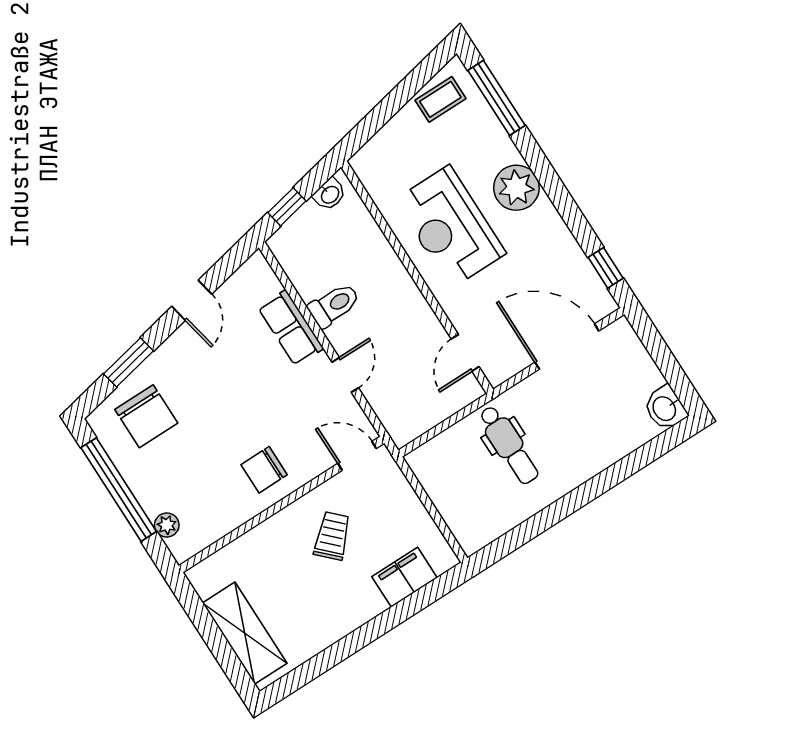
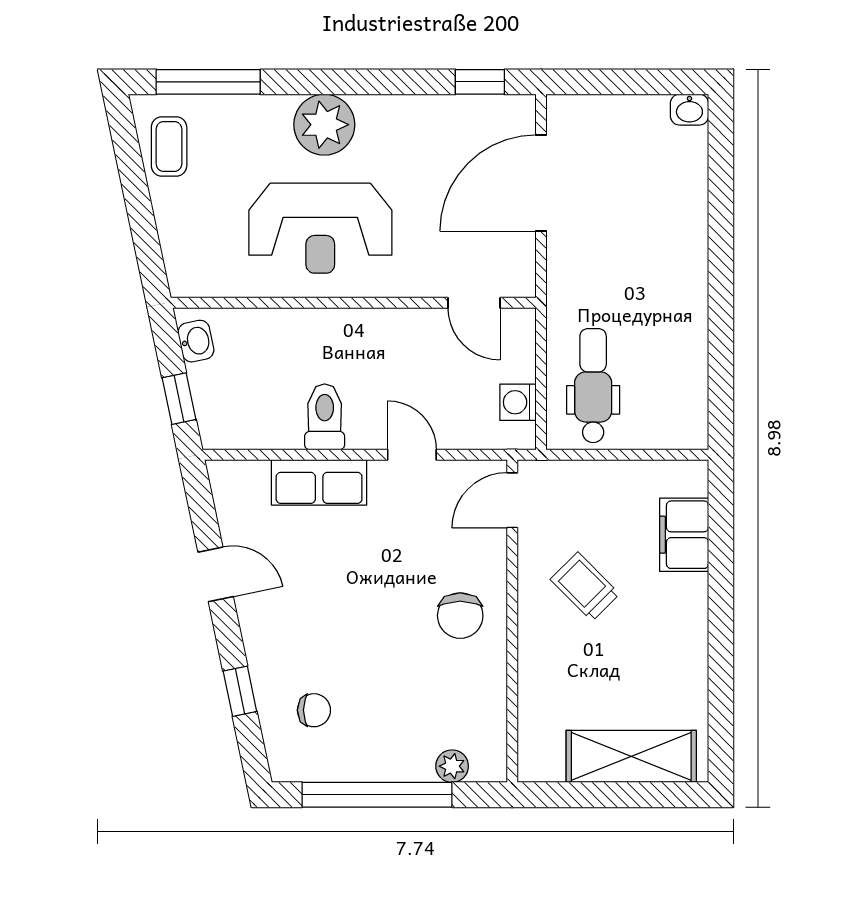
window: (128, 362) -> (240, 691), width x0.67
washbasin: (665, 408) -> (689, 110), width x0.72, depth x0.69
chair: (146, 416) -> (314, 710), width x0.54, depth x0.54
washing machine: (421, 420) -> (518, 402), added
dental chair: (509, 445) -> (593, 386), moved, turned -90

